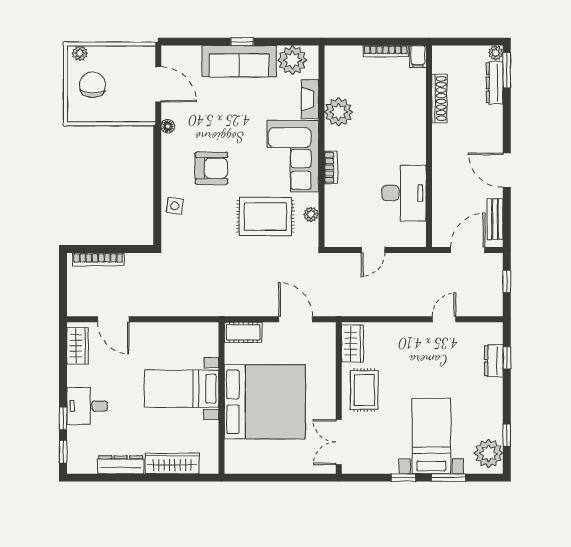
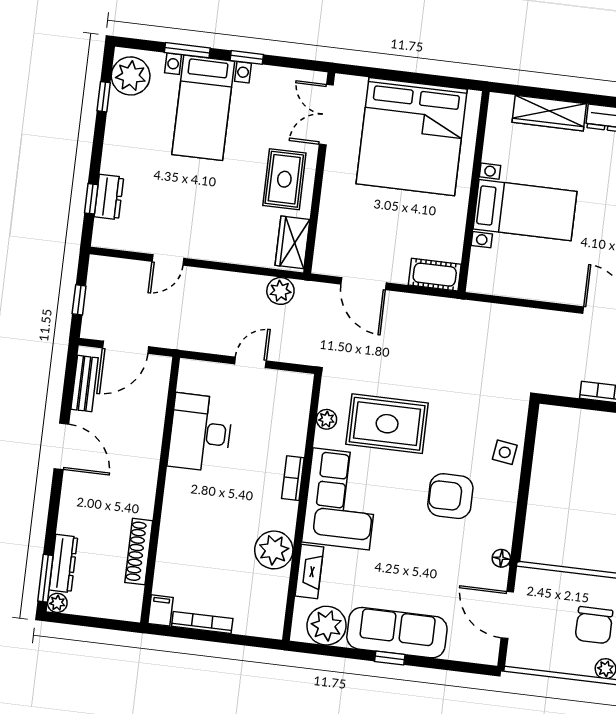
plant: (357, 306) -> (280, 291), added
bed: (265, 402) -> (412, 137), moved, turned -90
double door: (339, 442) -> (326, 115), swing flipped

